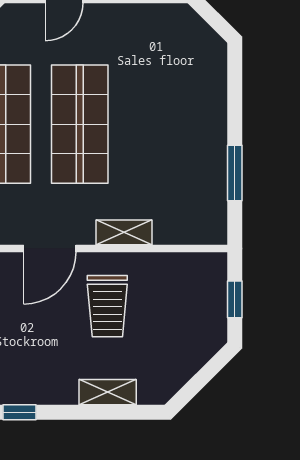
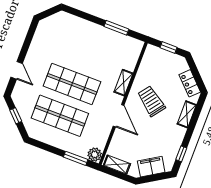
trolley: (107, 306) -> (151, 101), turned -143
locker: (176, 373) -> (190, 83), added

